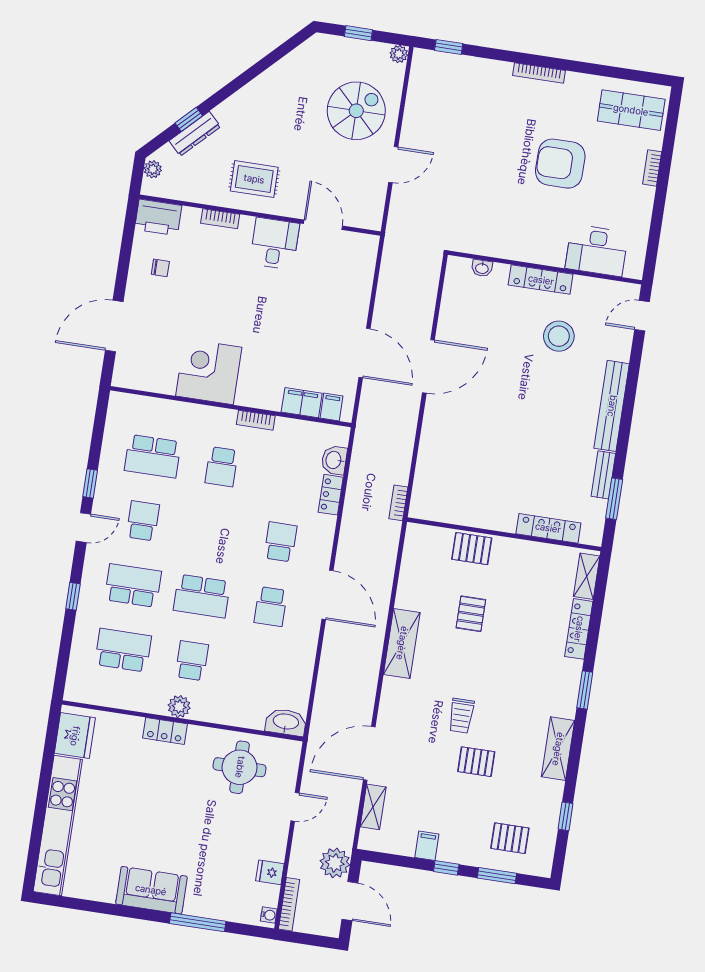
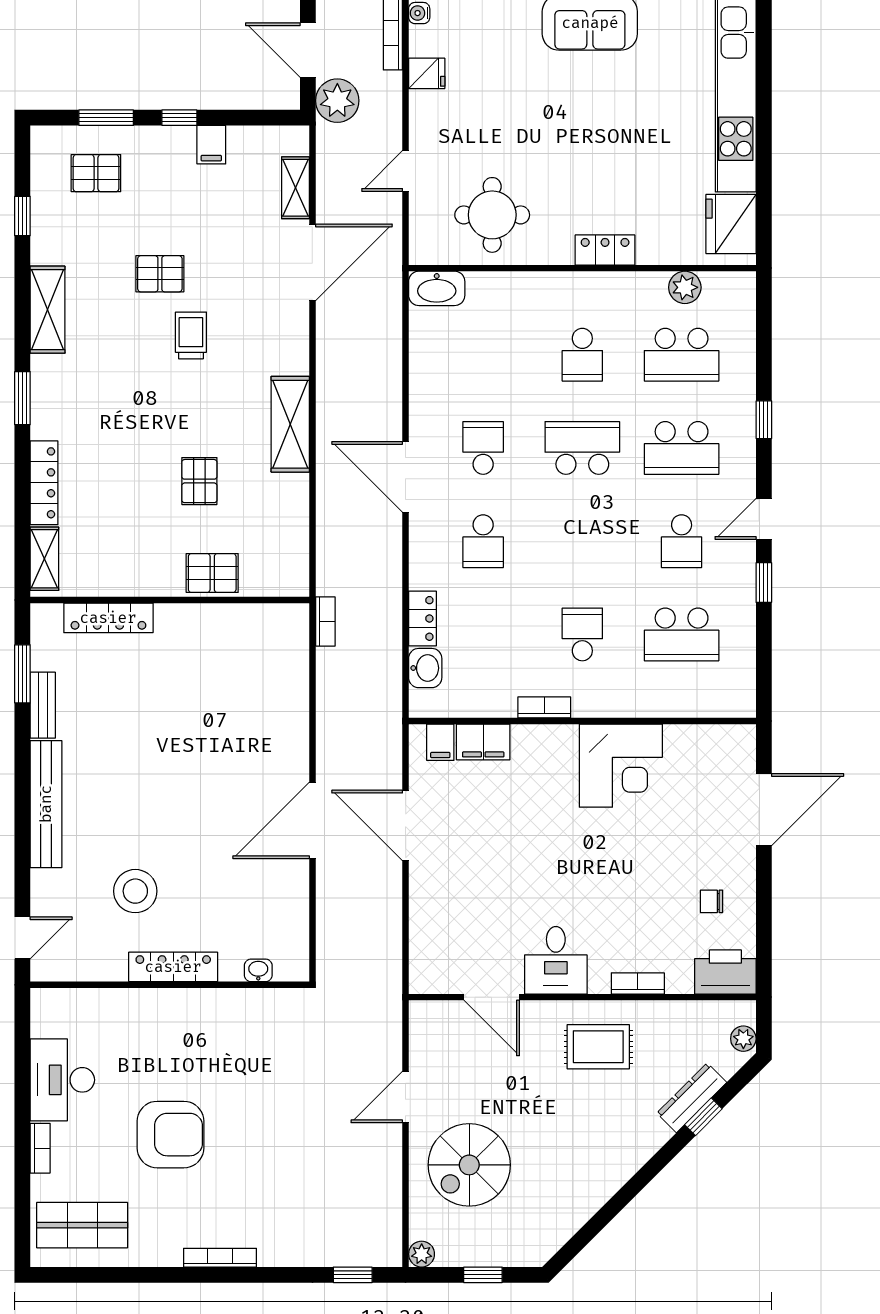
desk: (597, 250) -> (62, 1080), moved, turned -90
school desk: (153, 456) -> (682, 634), turned 180
plant: (179, 707) -> (685, 287), moved

